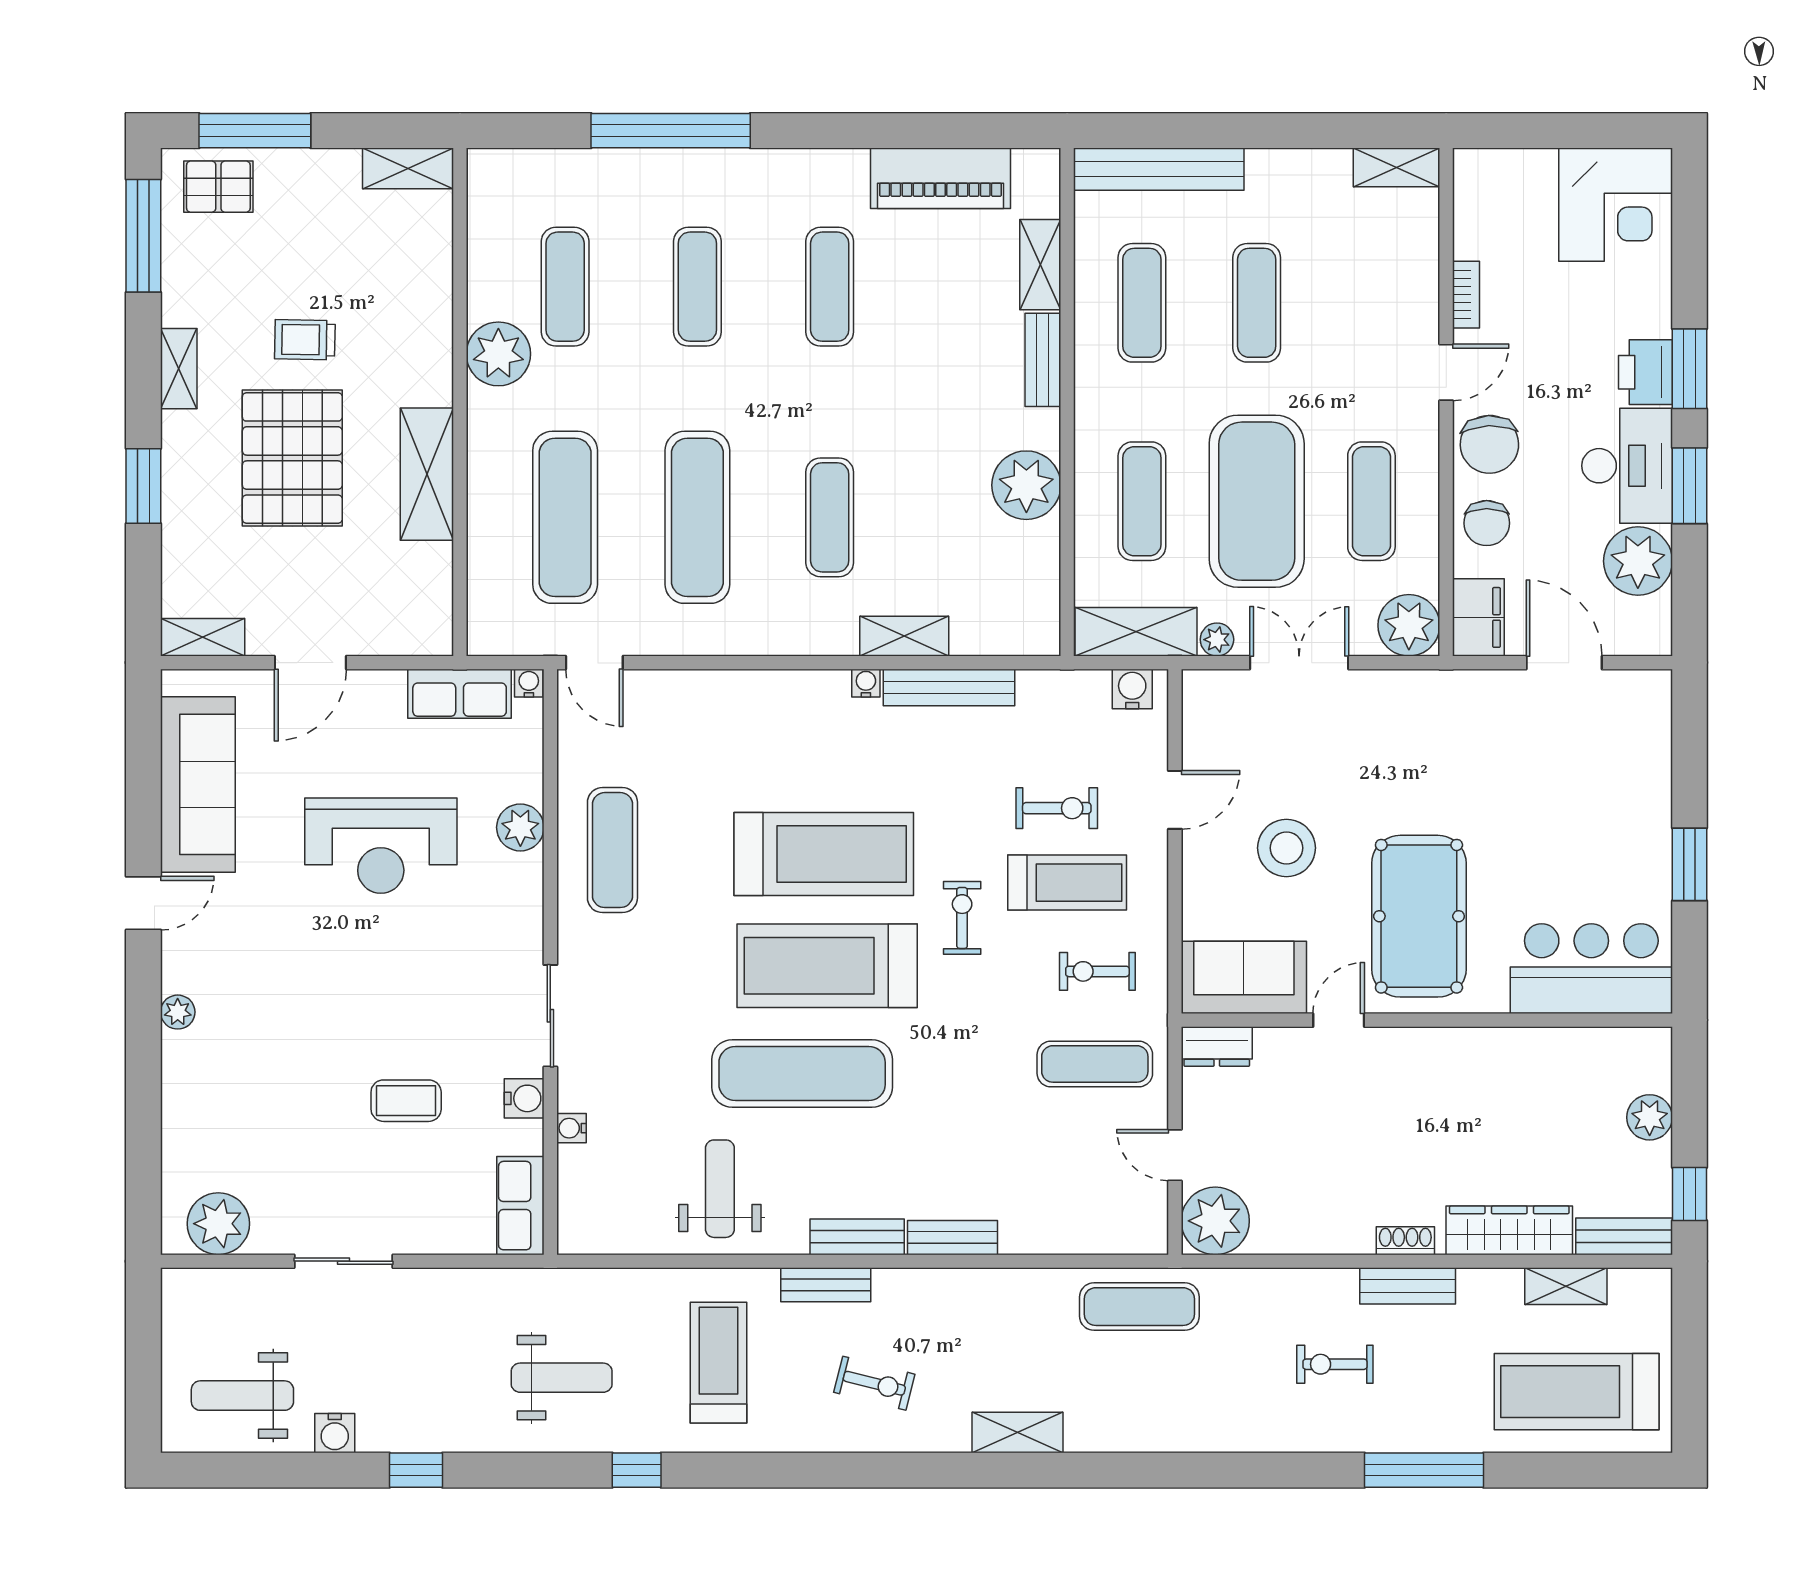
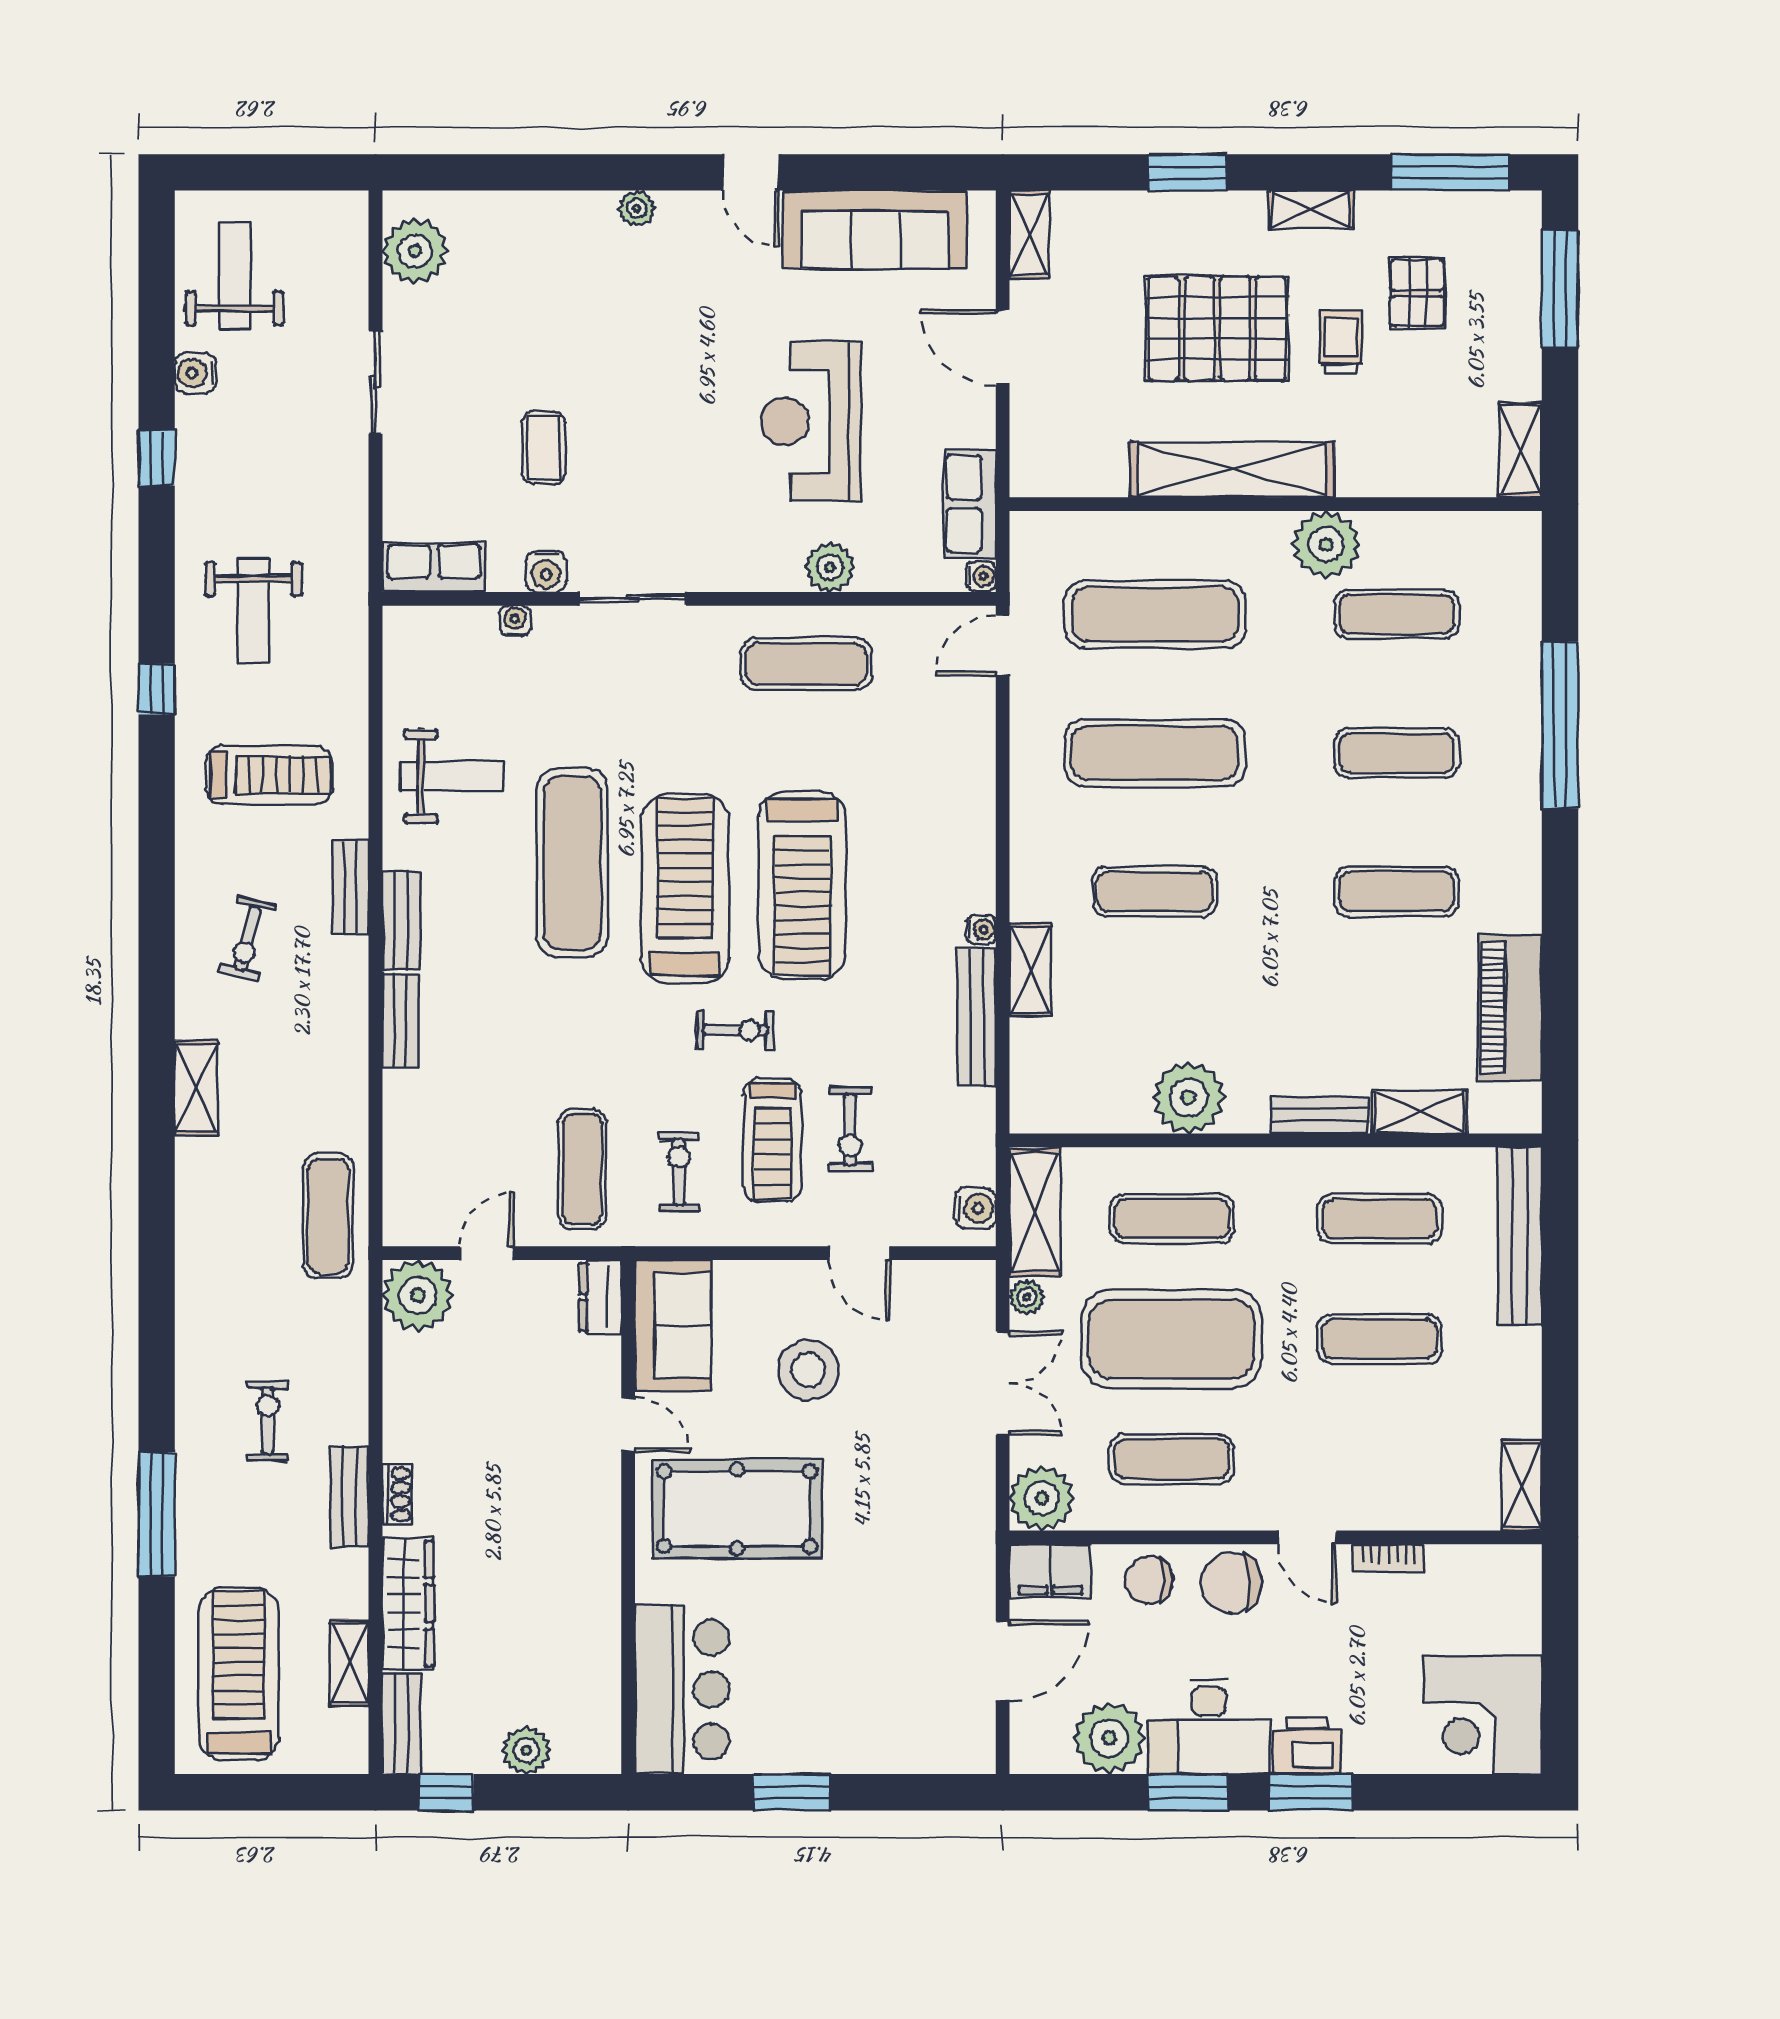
pallet: (218, 187) -> (1417, 293), moved
shelving: (427, 474) -> (1232, 470), width x1.47

